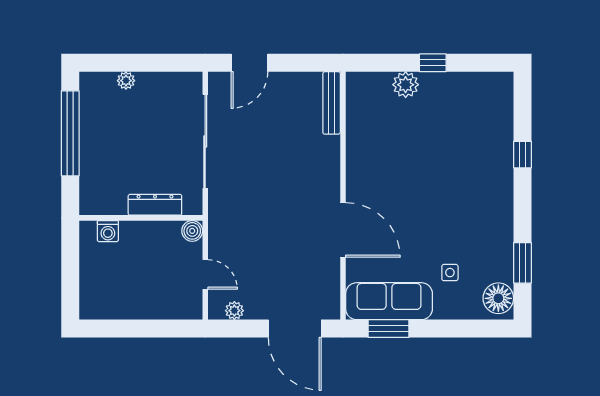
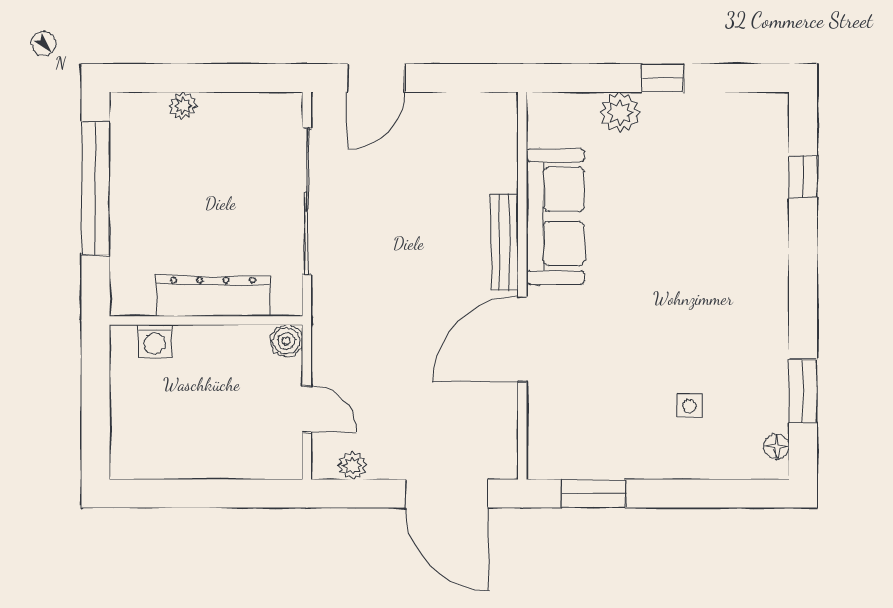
bench: (332, 103) -> (504, 242), moved
window: (522, 155) -> (803, 177), moved
dresser: (155, 205) -> (213, 296), width x1.37, depth x1.24
door: (343, 230) -> (522, 339), swing flipped
floor lamp: (498, 298) -> (776, 446), width x0.53, depth x0.53
sofa: (389, 301) -> (555, 216), moved, turned 90

